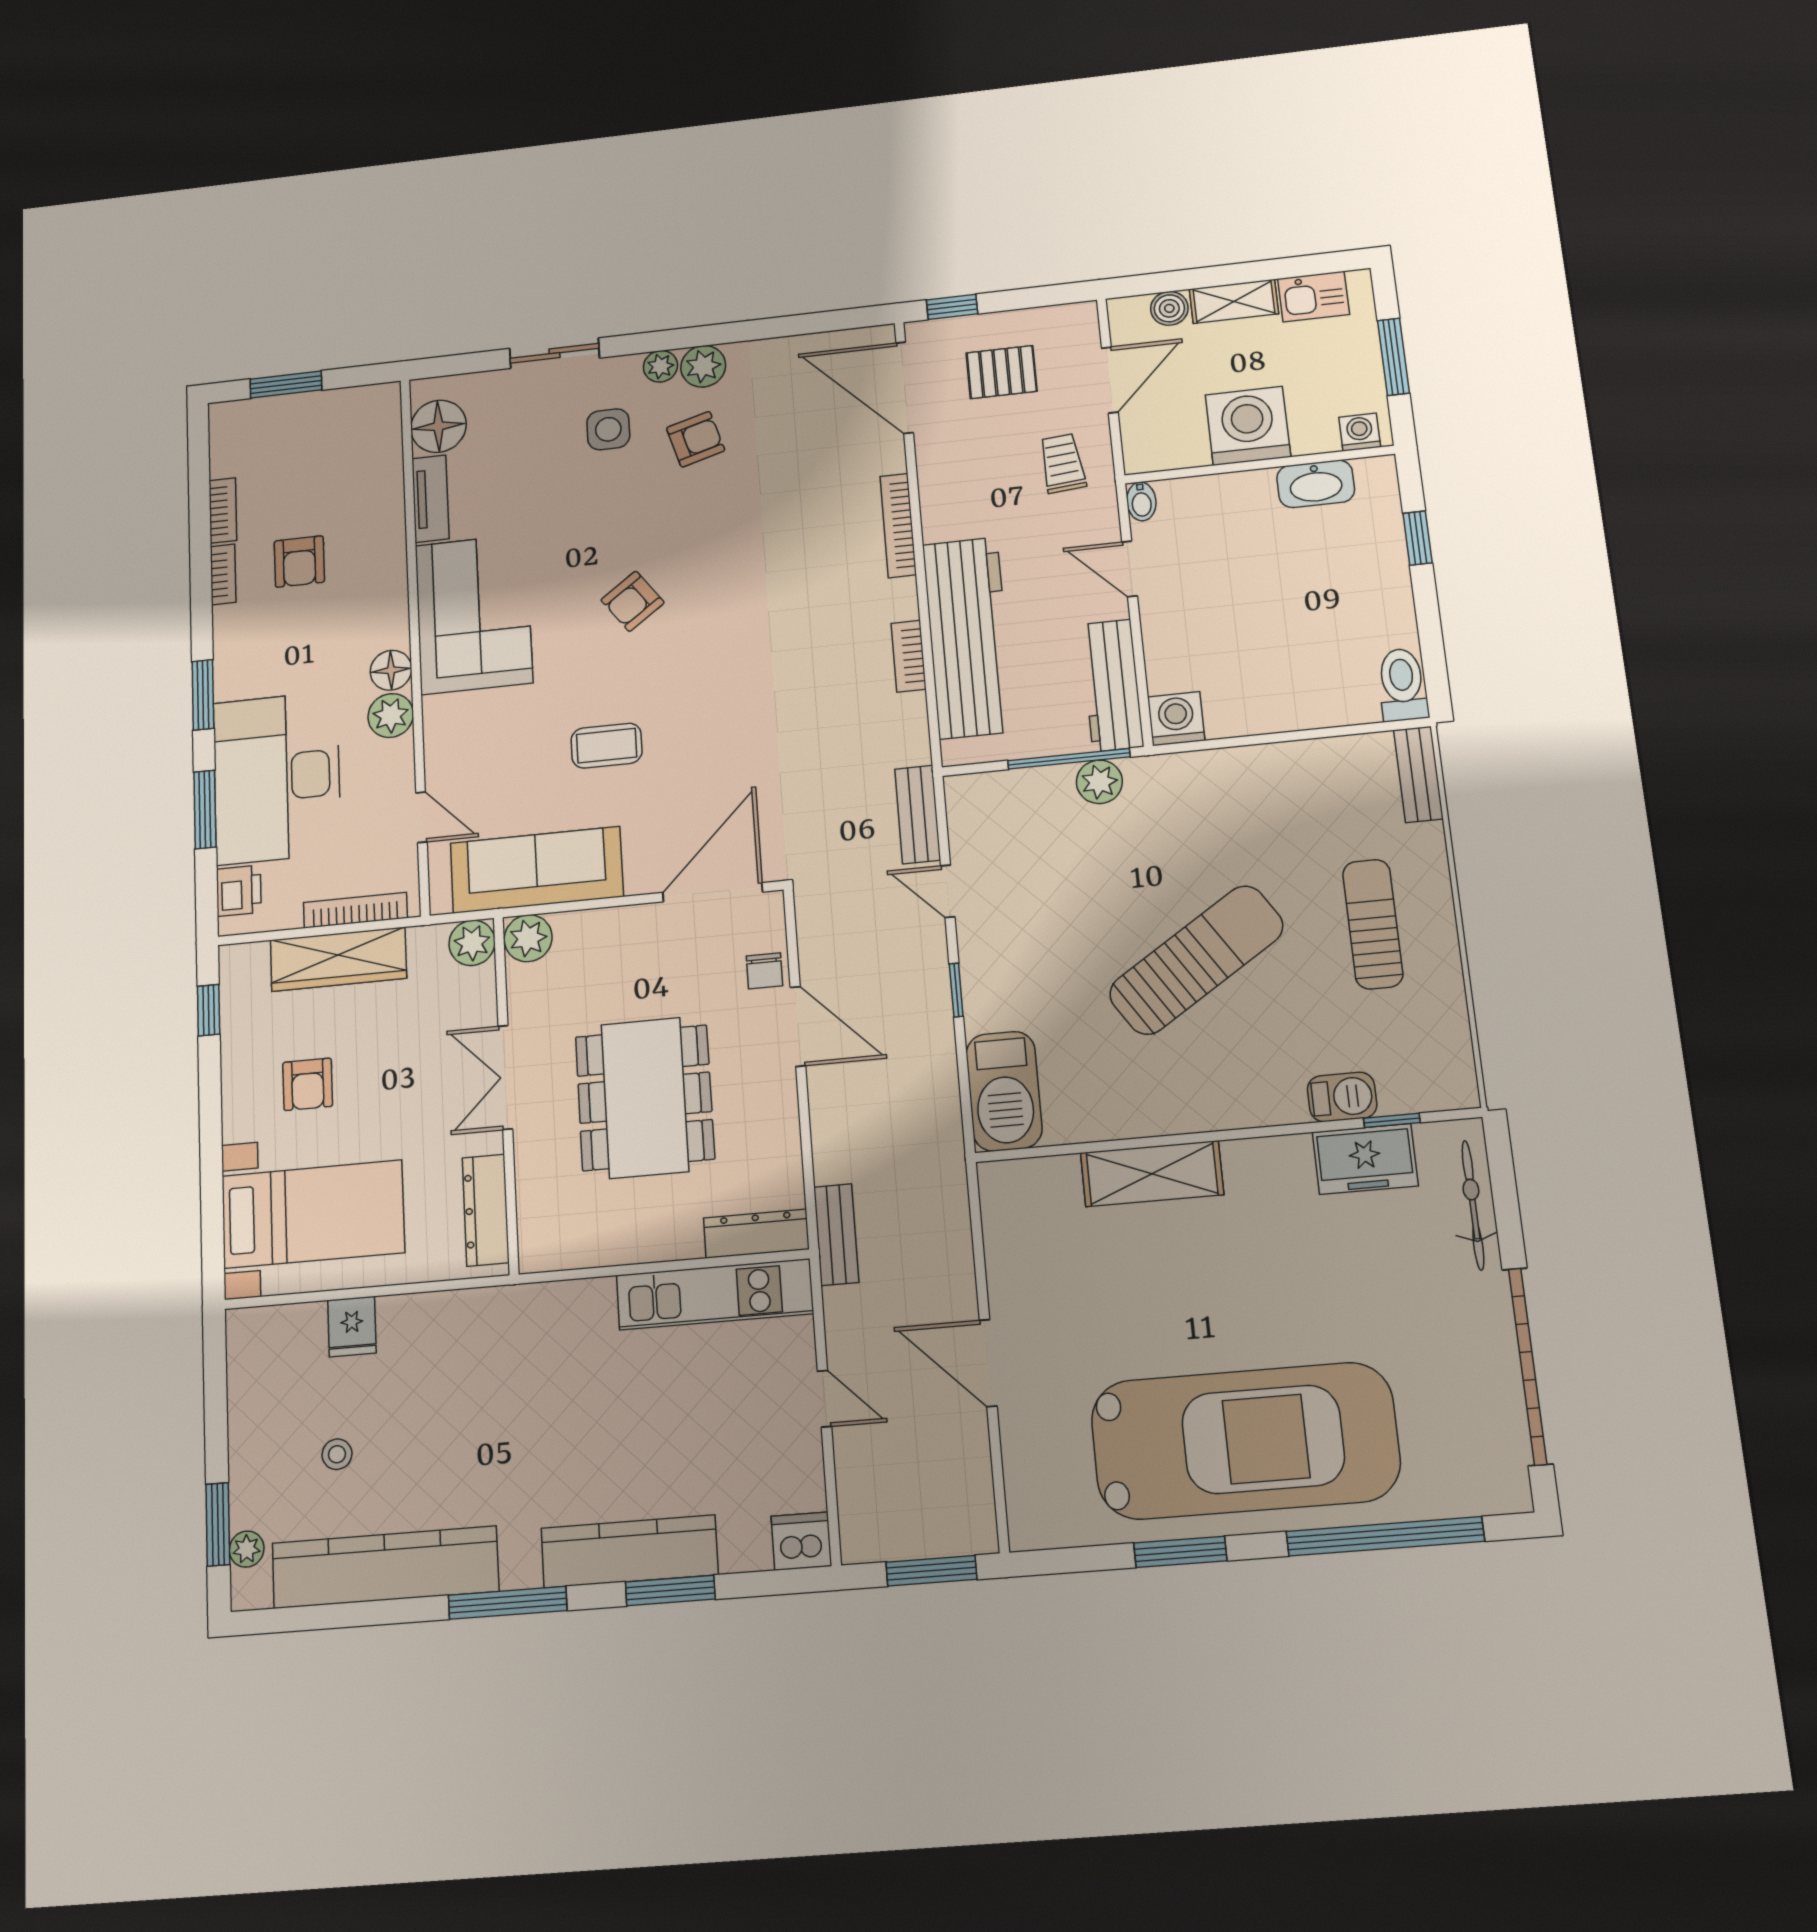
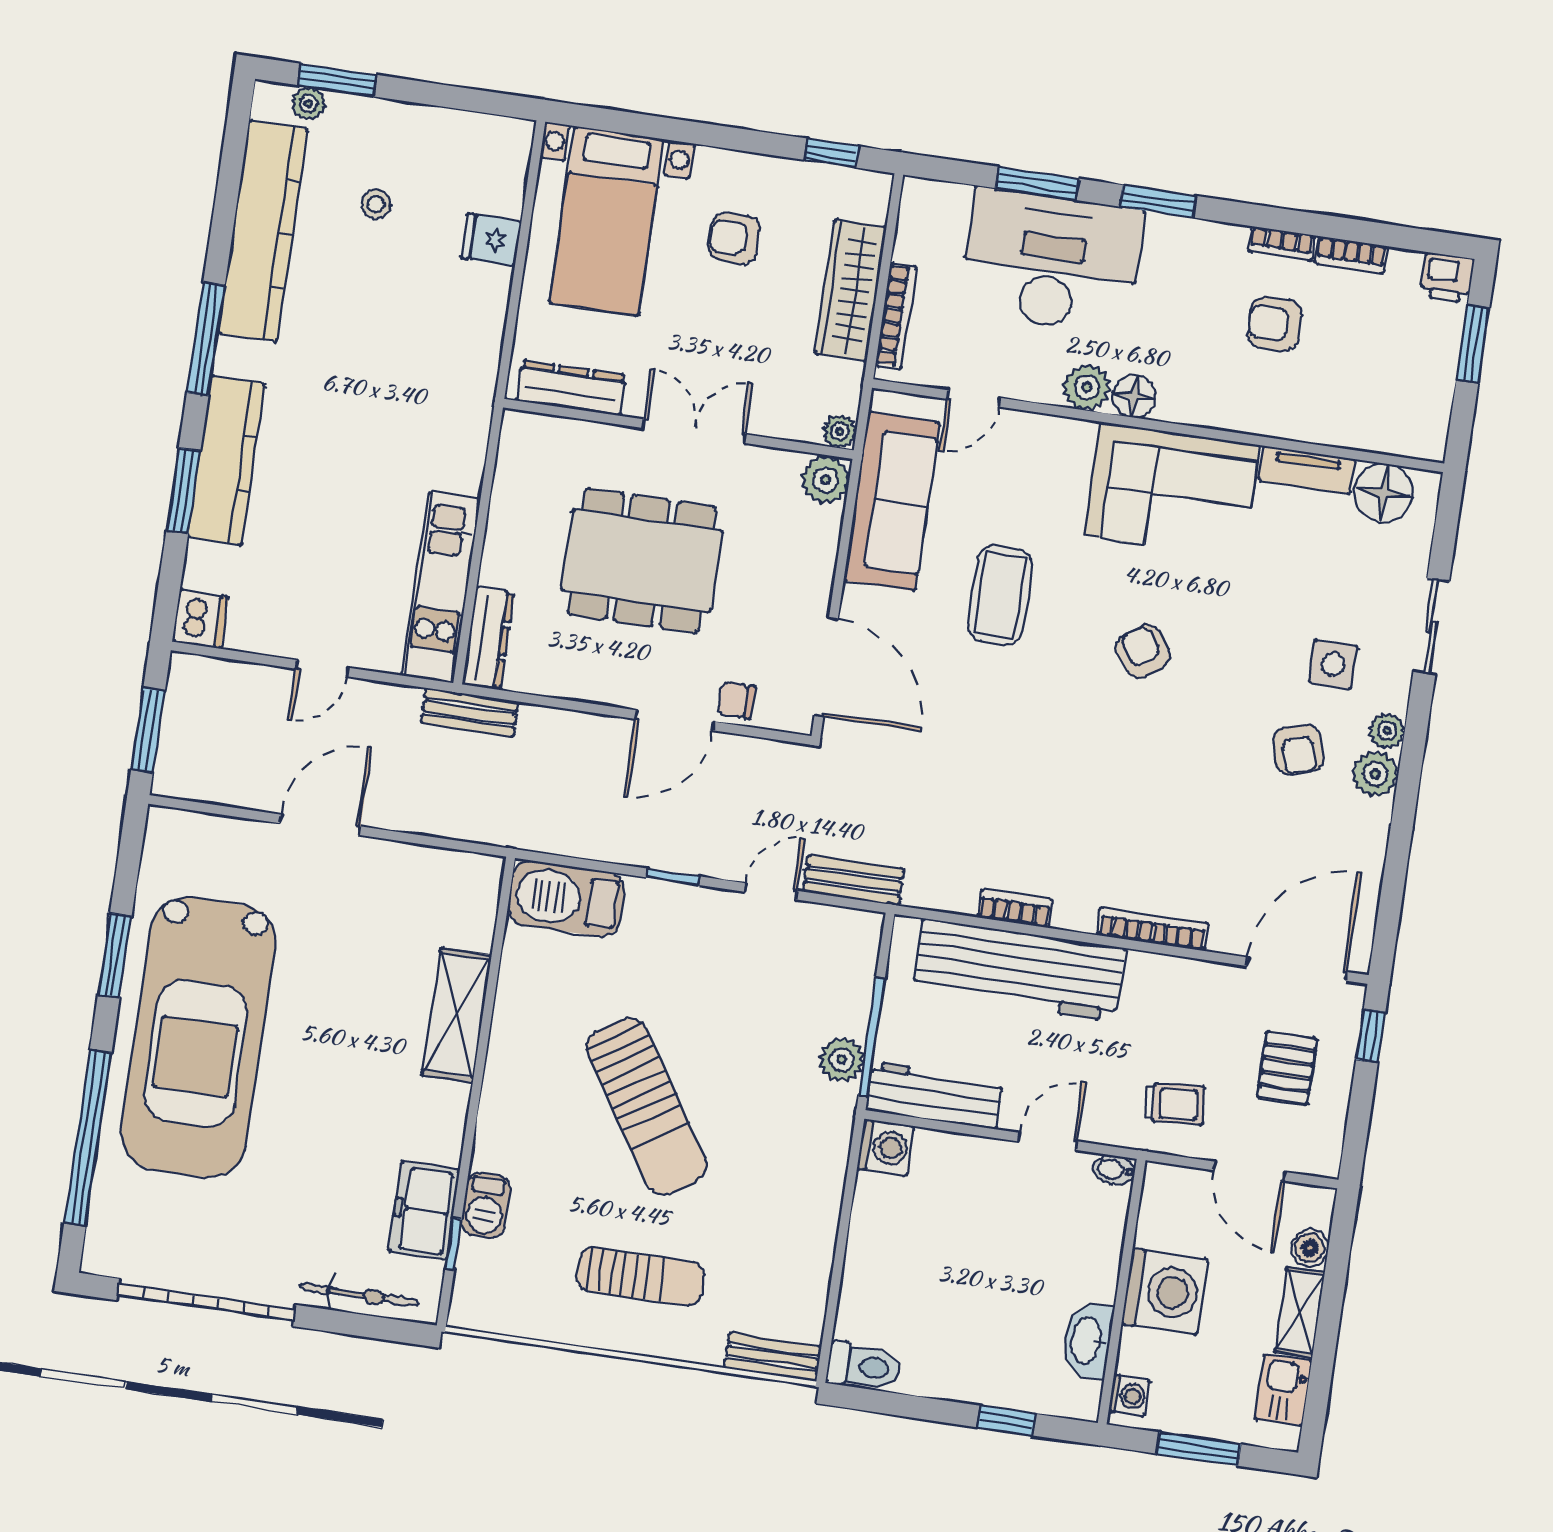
coffee table: (607, 746) -> (1000, 595), width x1.36, depth x1.30
printer: (239, 891) -> (1447, 277), moved
plant: (472, 943) -> (840, 431), width x0.73, depth x0.73

